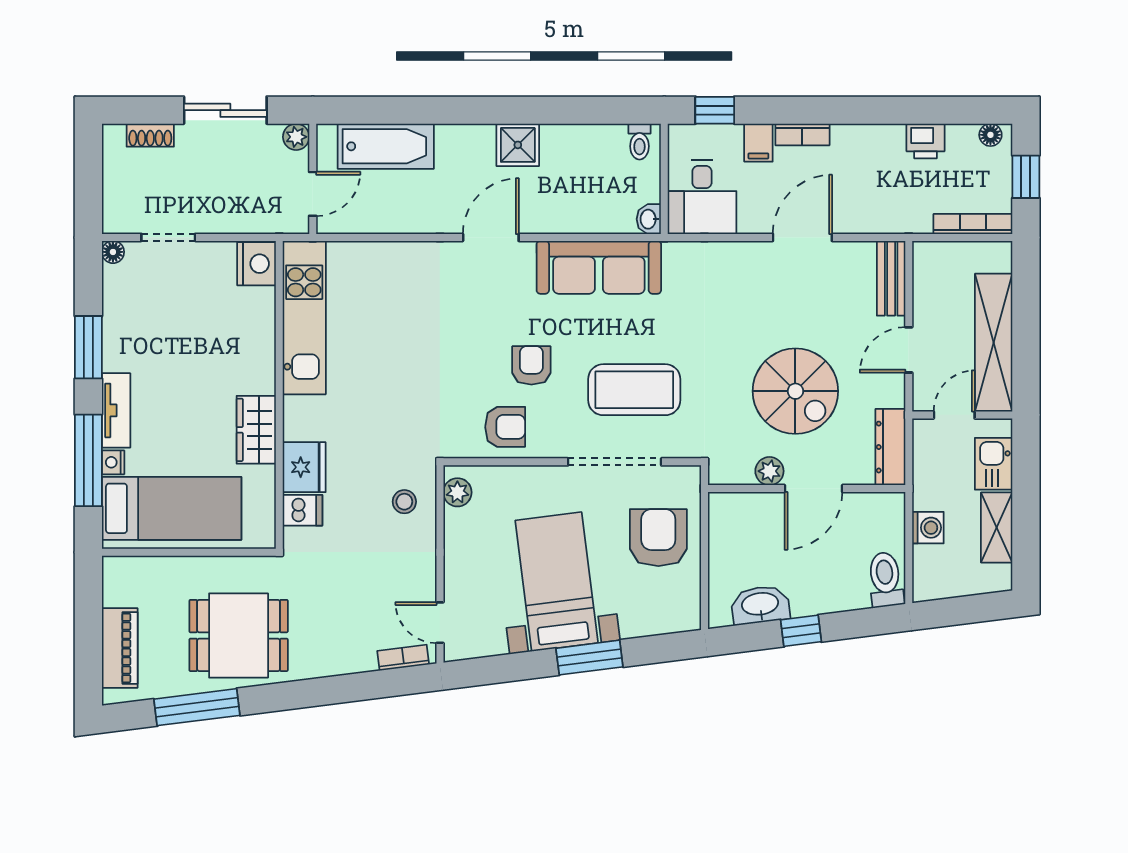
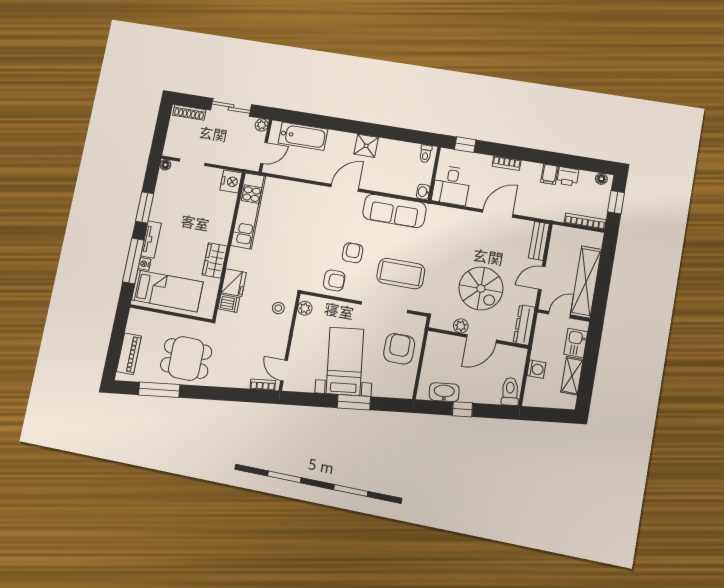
shoe rack: (150, 135) -> (189, 112), width x1.43
filing cabinet: (758, 143) -> (549, 174), moved

